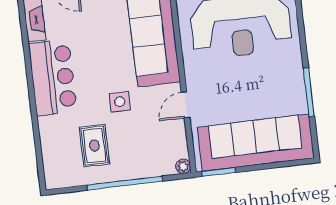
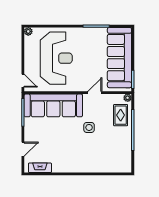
bar counter: (53, 77) -> (72, 162), removed
door: (186, 105) -> (95, 93), swing flipped
rug: (94, 146) -> (121, 115), moved, turned 90

